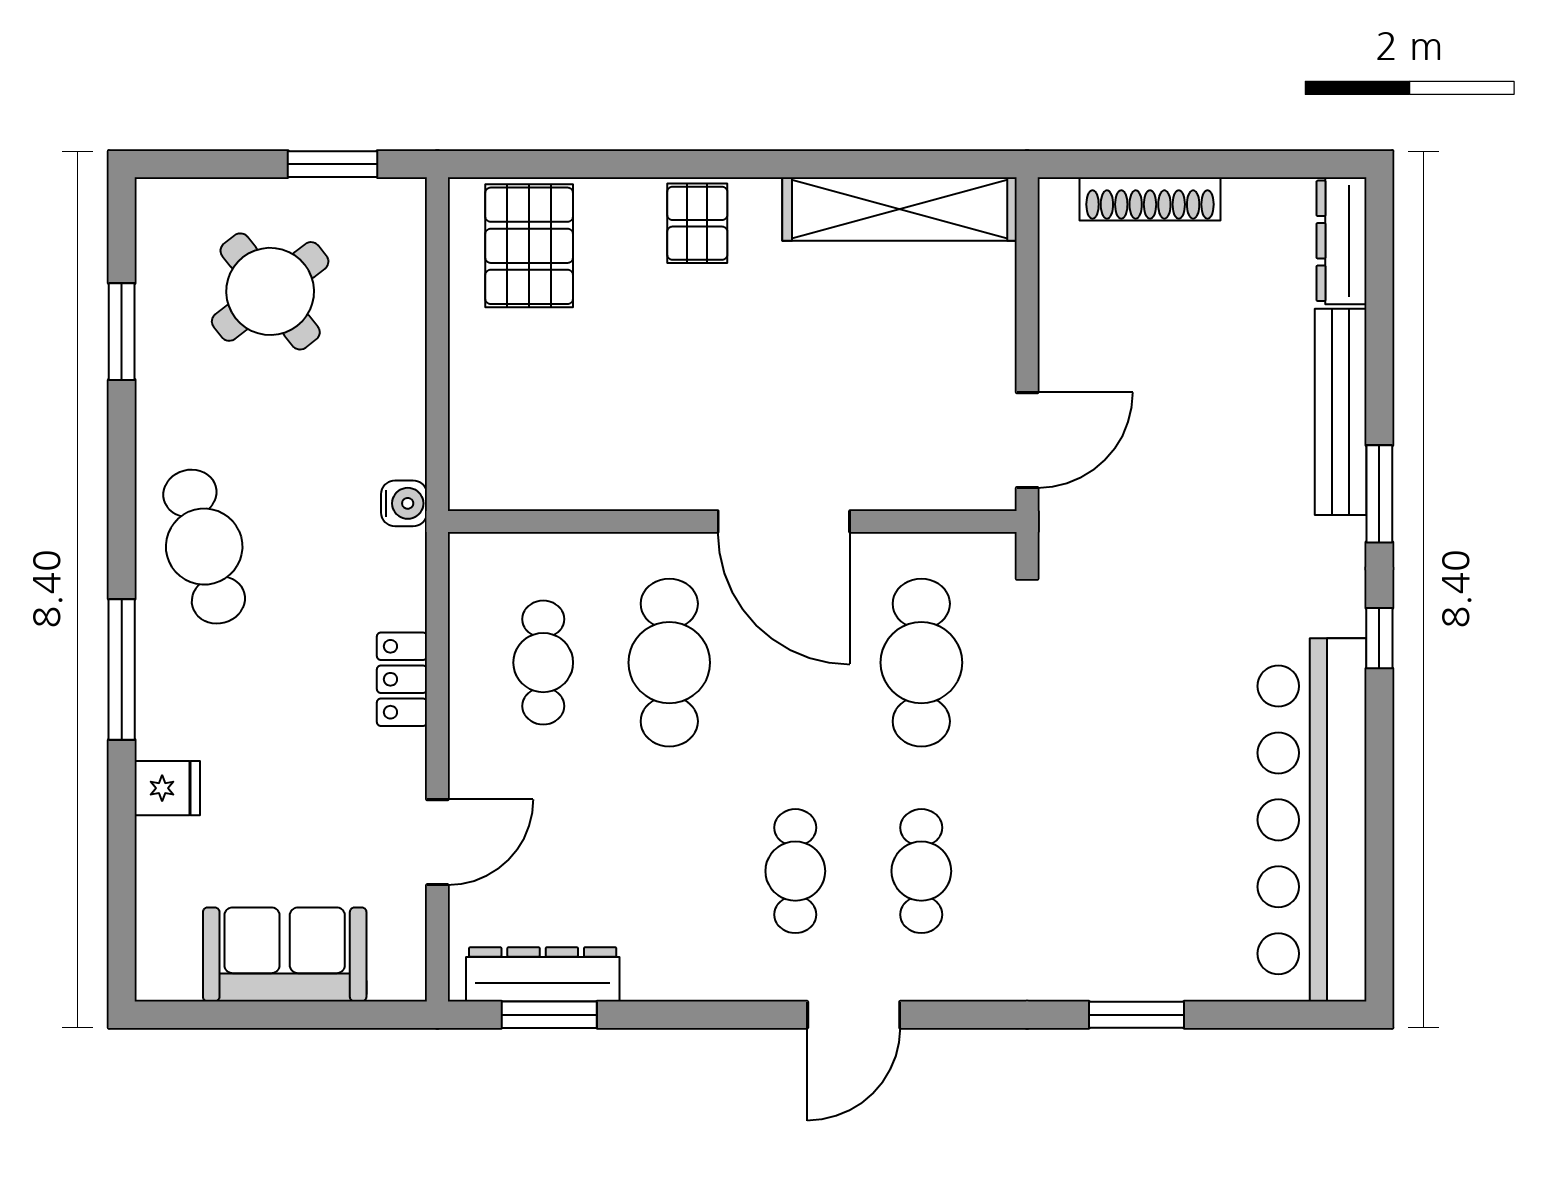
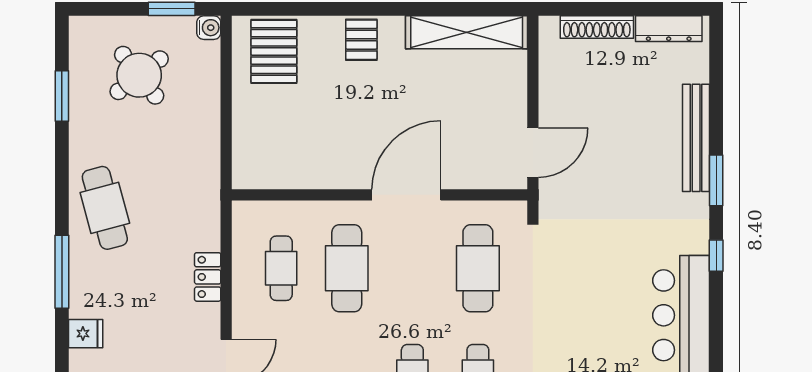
dresser: (1341, 241) -> (669, 29), moved, turned -90
water cooler: (404, 503) -> (209, 28), moved
door: (784, 522) -> (406, 195), swing flipped

